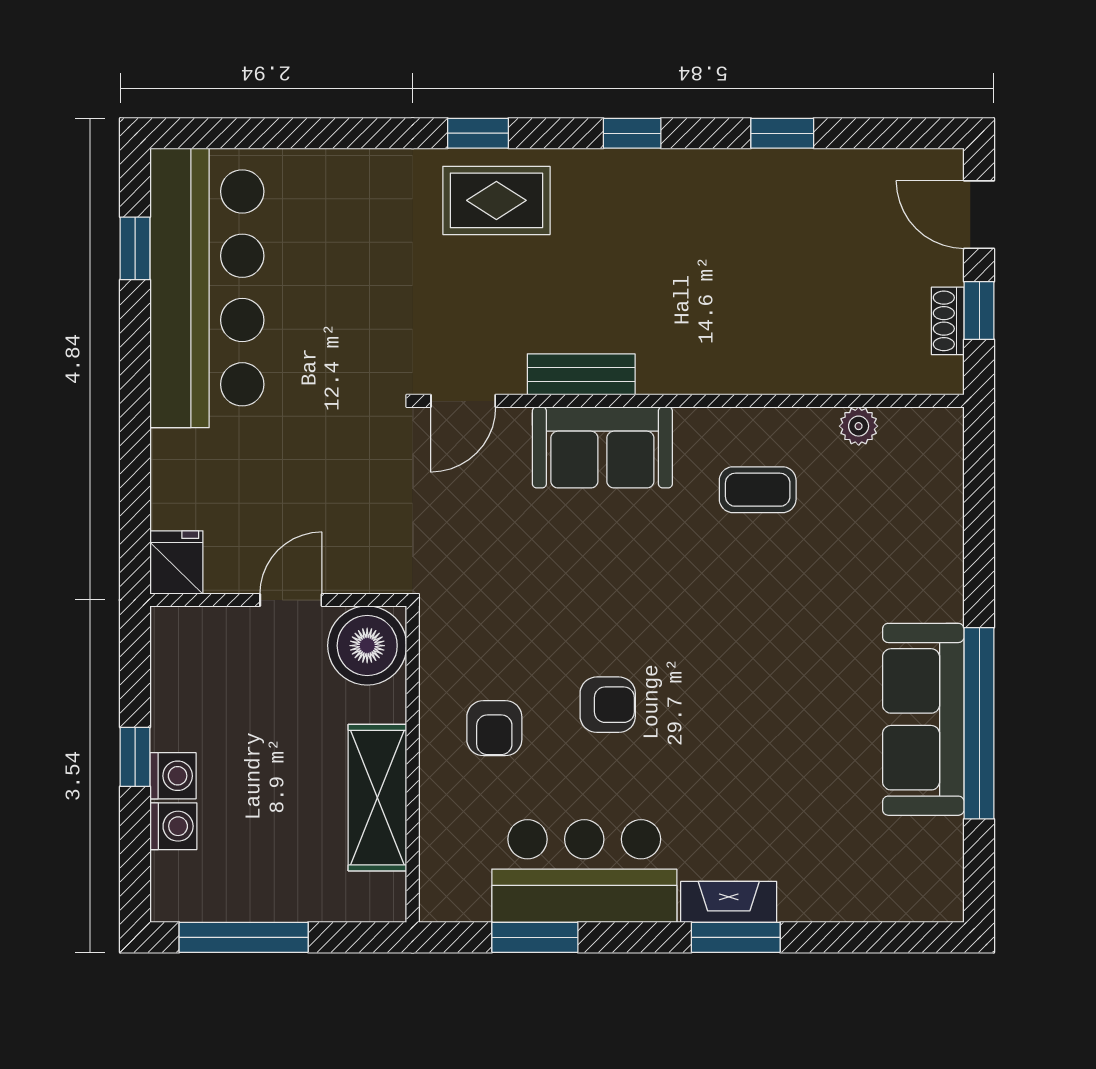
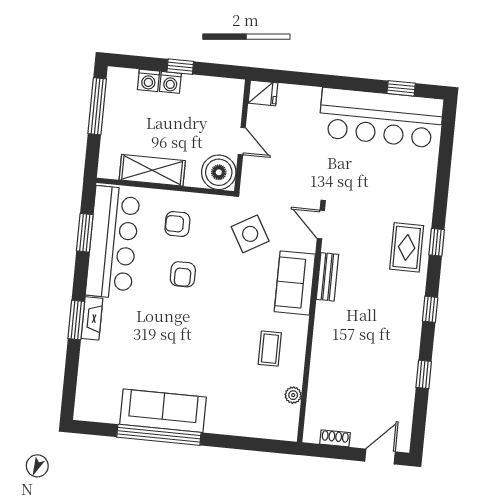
window: (979, 310) -> (338, 452), removed
side table: (501, 560) -> (250, 234), added
bar counter: (584, 871) -> (113, 242), width x1.36

